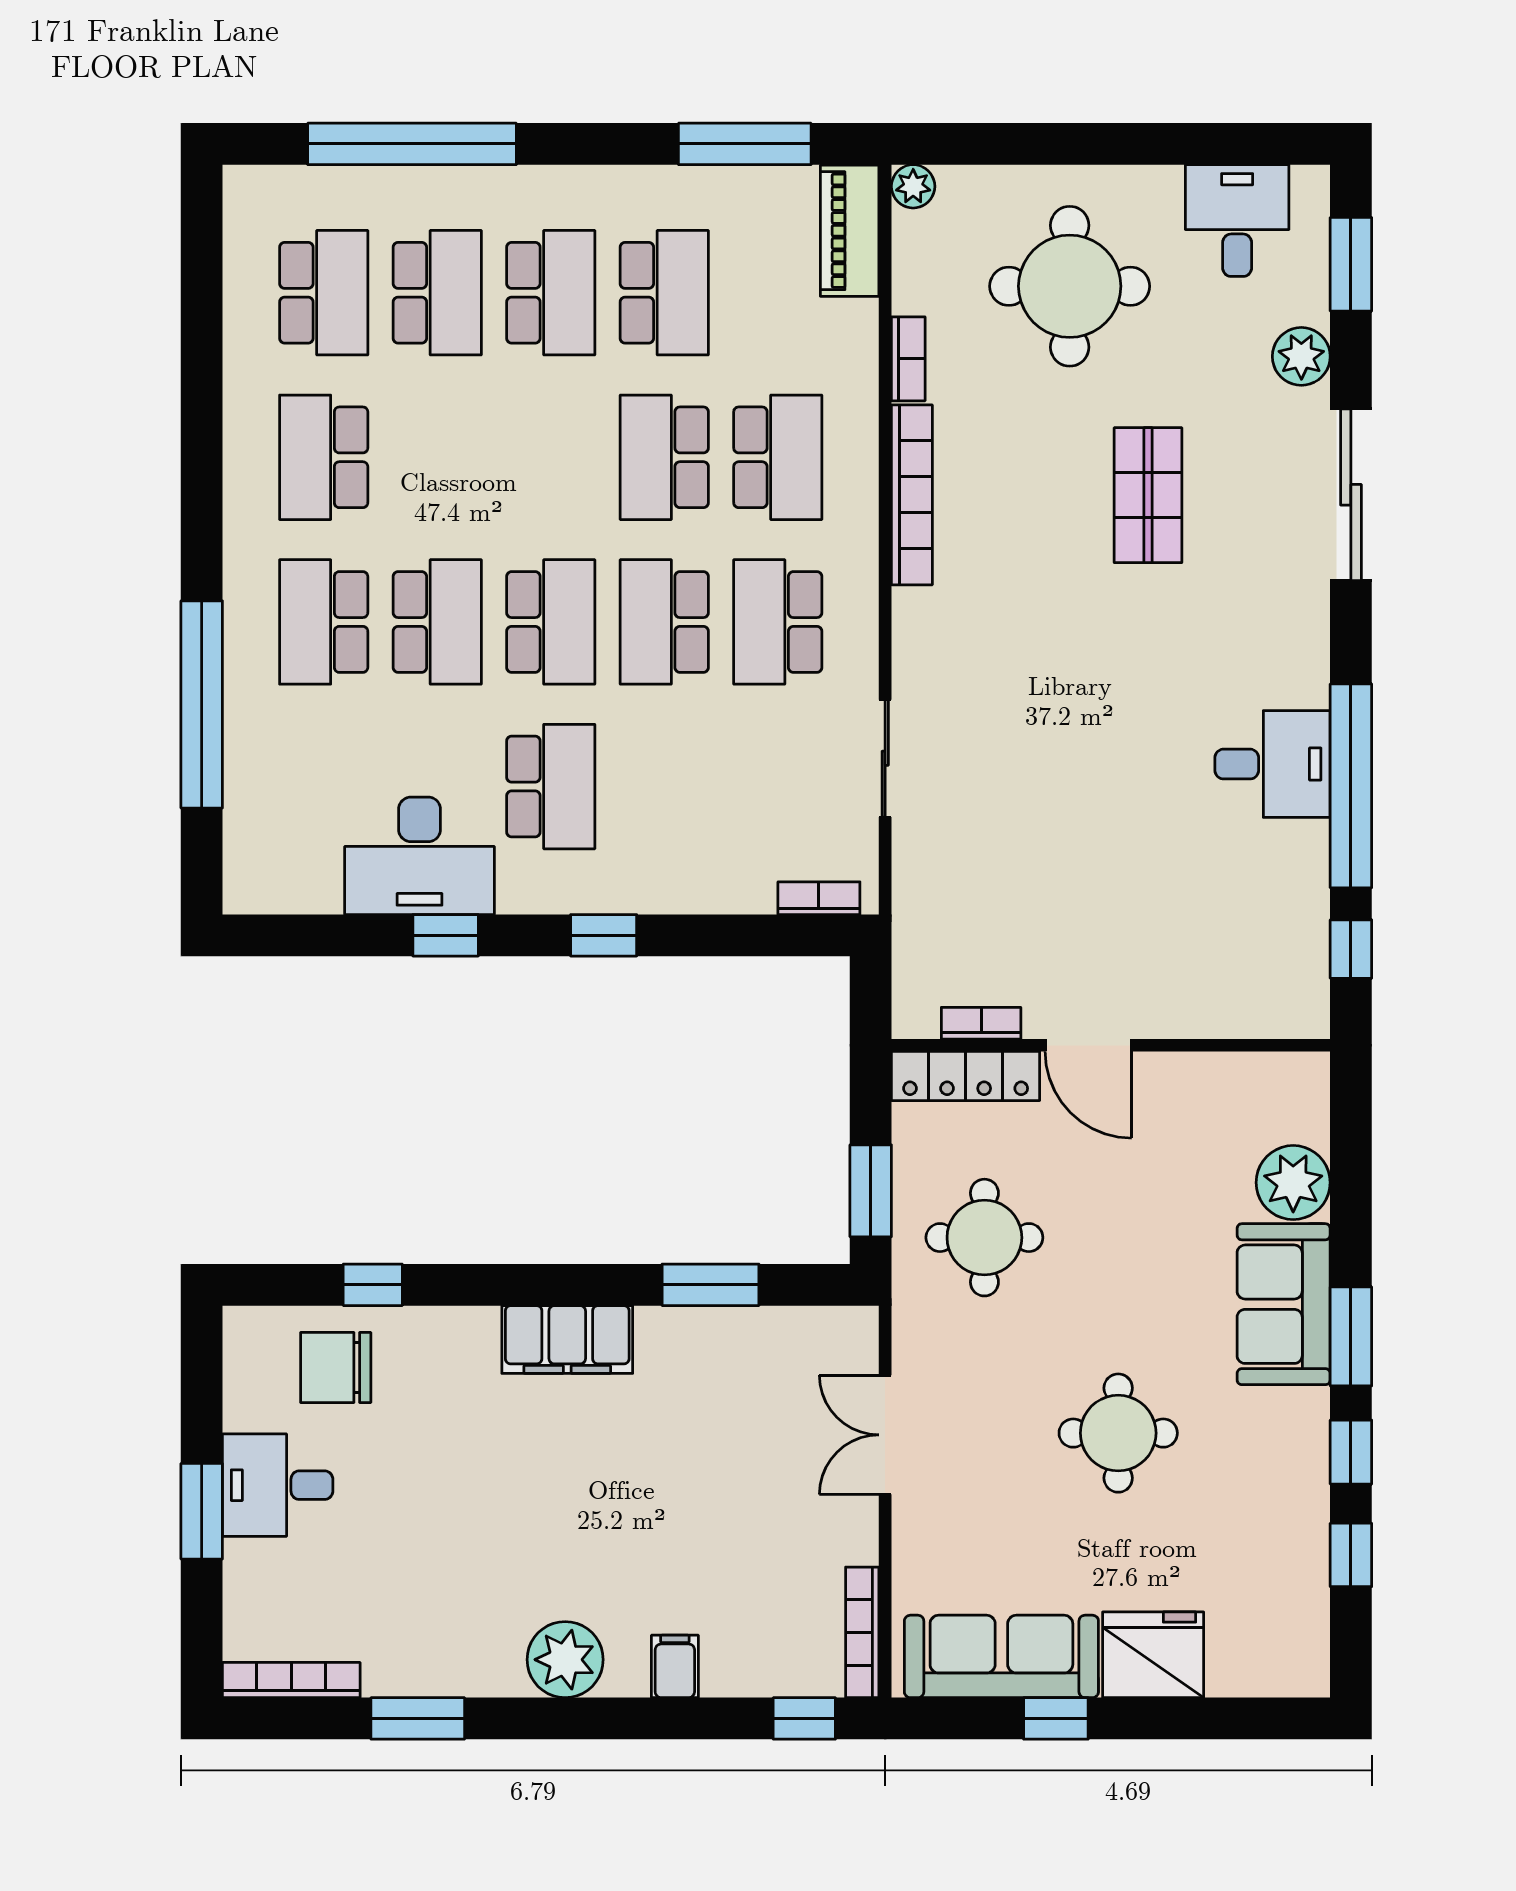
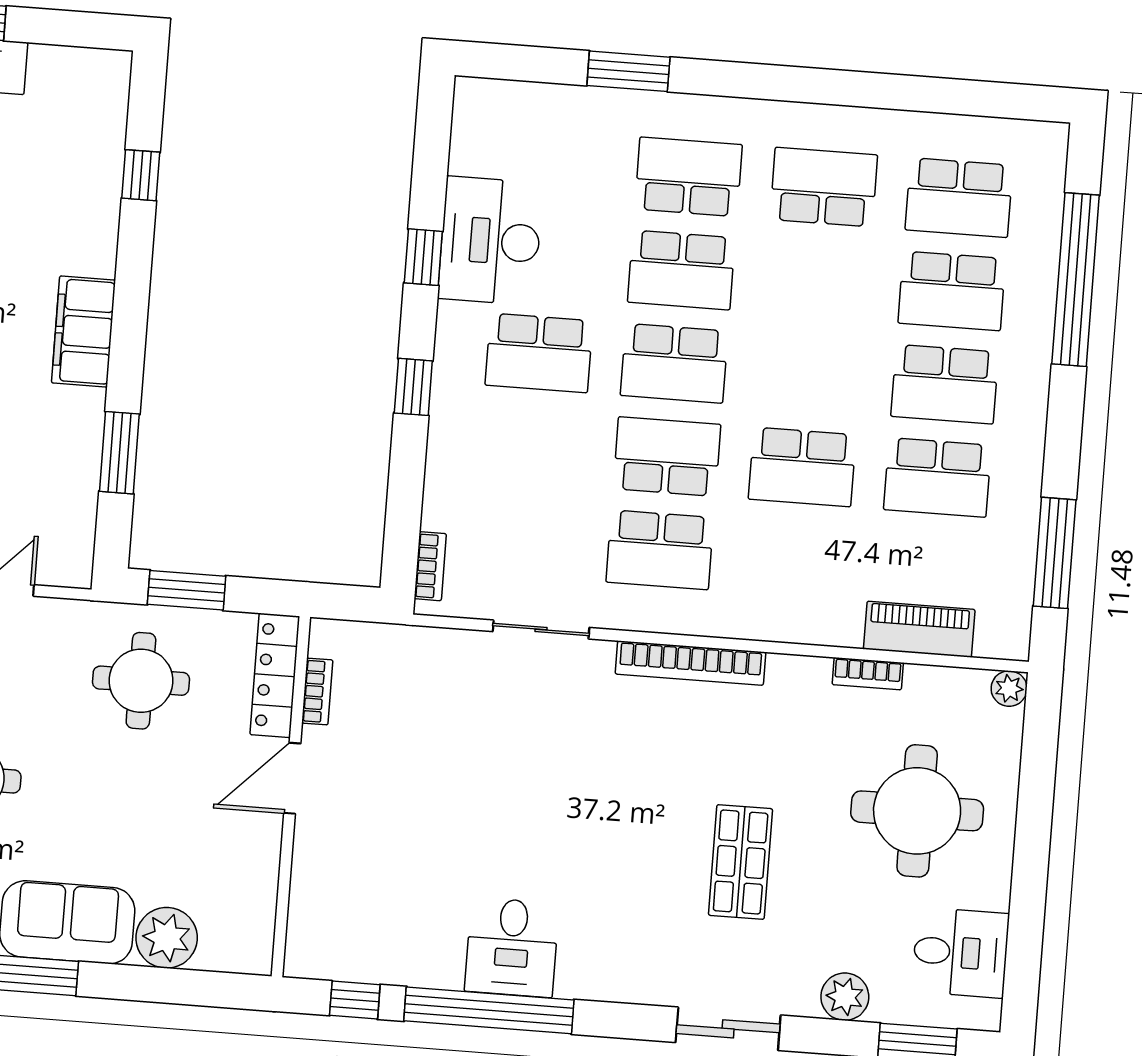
piano: (850, 231) -> (919, 629), moved
school desk: (664, 457) -> (802, 467), turned 180
school desk: (778, 457) -> (795, 560), removed
bookcase: (912, 495) -> (690, 663), moved
shop shelf: (1148, 495) -> (741, 862), turned 90
sliding door: (1351, 495) -> (728, 1029), width x0.73
school desk: (778, 622) -> (660, 550), turned 180
window: (202, 704) -> (628, 71), width x0.47
chair: (336, 1367) -> (75, 140), removed

